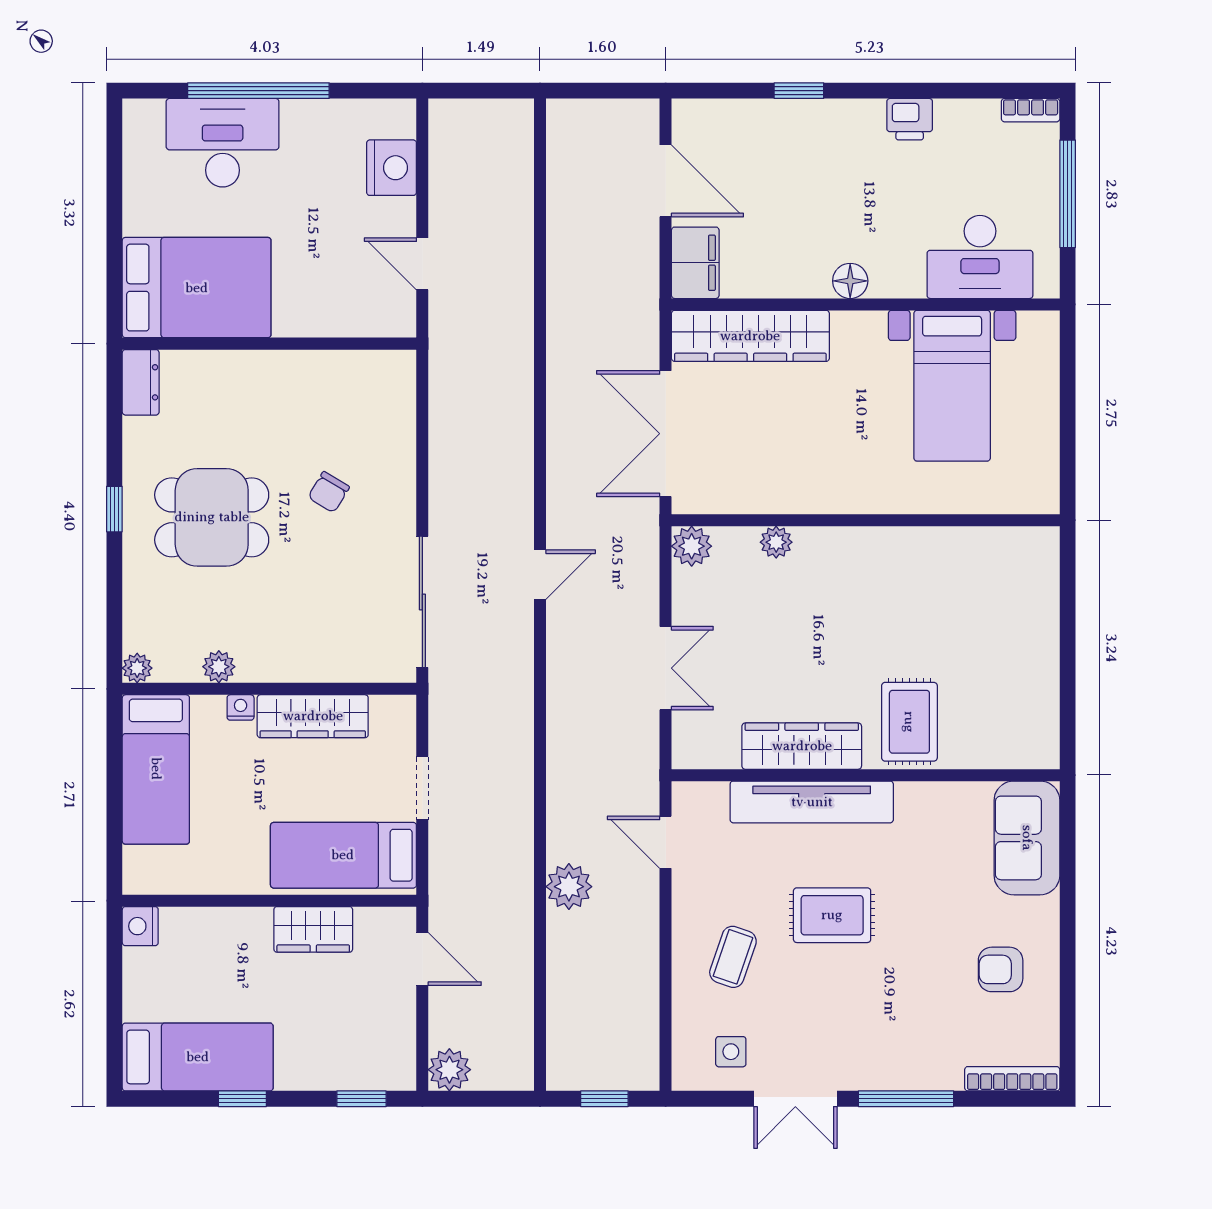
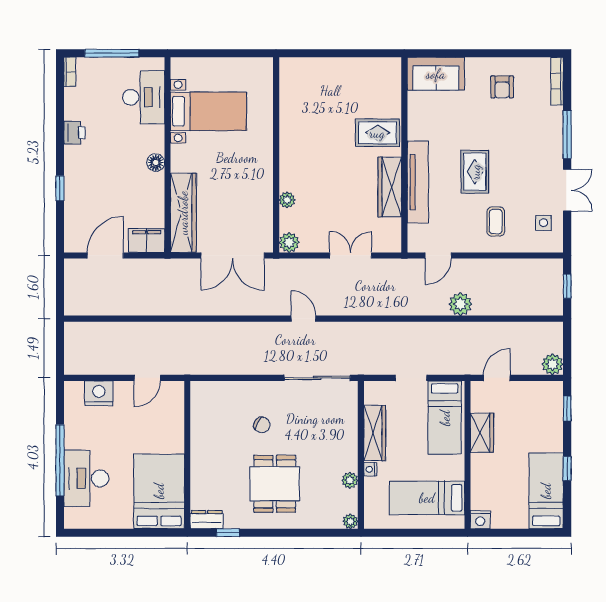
window: (114, 509) -> (228, 533), moved
bed: (156, 769) -> (427, 498), moved, turned 180
coffee table: (733, 957) -> (496, 222), turned 71

